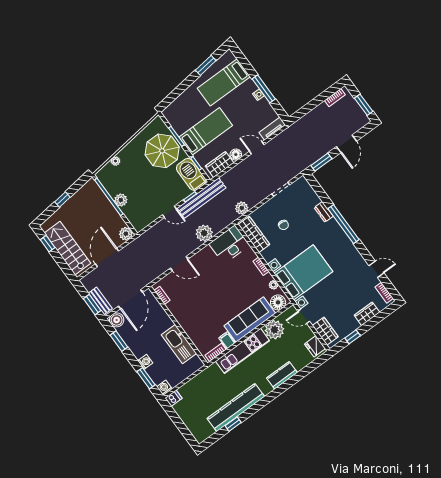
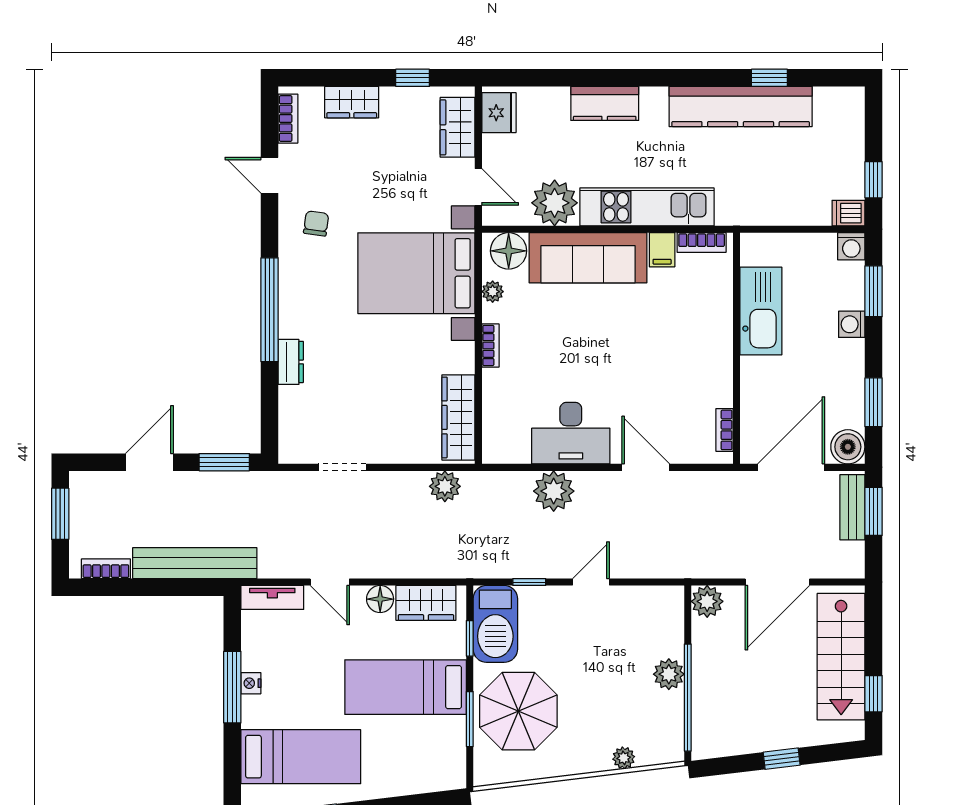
bench: (202, 198) -> (195, 563), moved
door: (169, 212) -> (591, 582), hinge flipped
chair: (284, 225) -> (316, 223), moved
desk: (229, 244) -> (571, 433), moved
window: (173, 416) -> (874, 180), added

